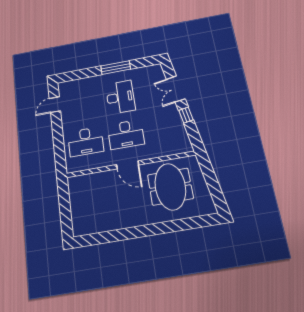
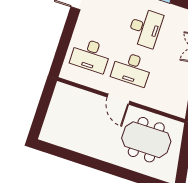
meeting table: (170, 187) -> (146, 140), turned 90

